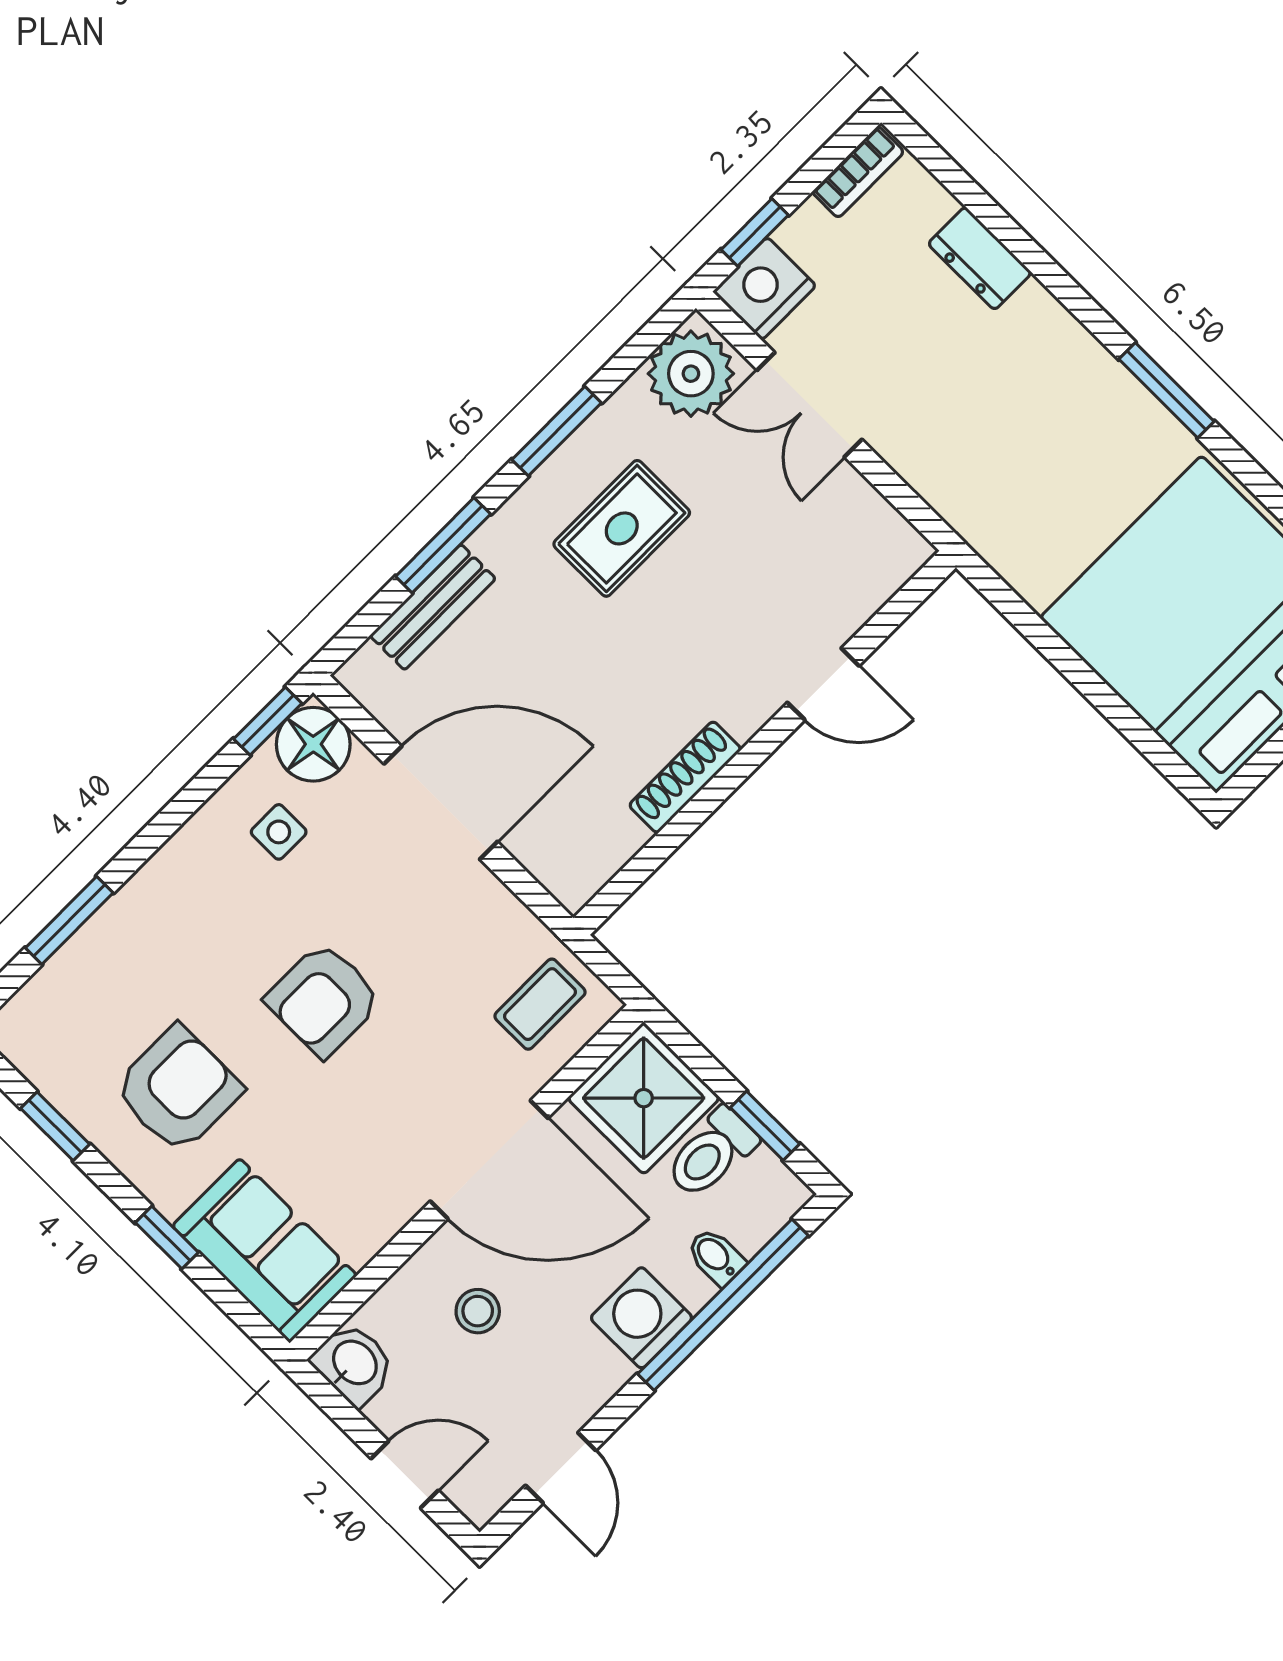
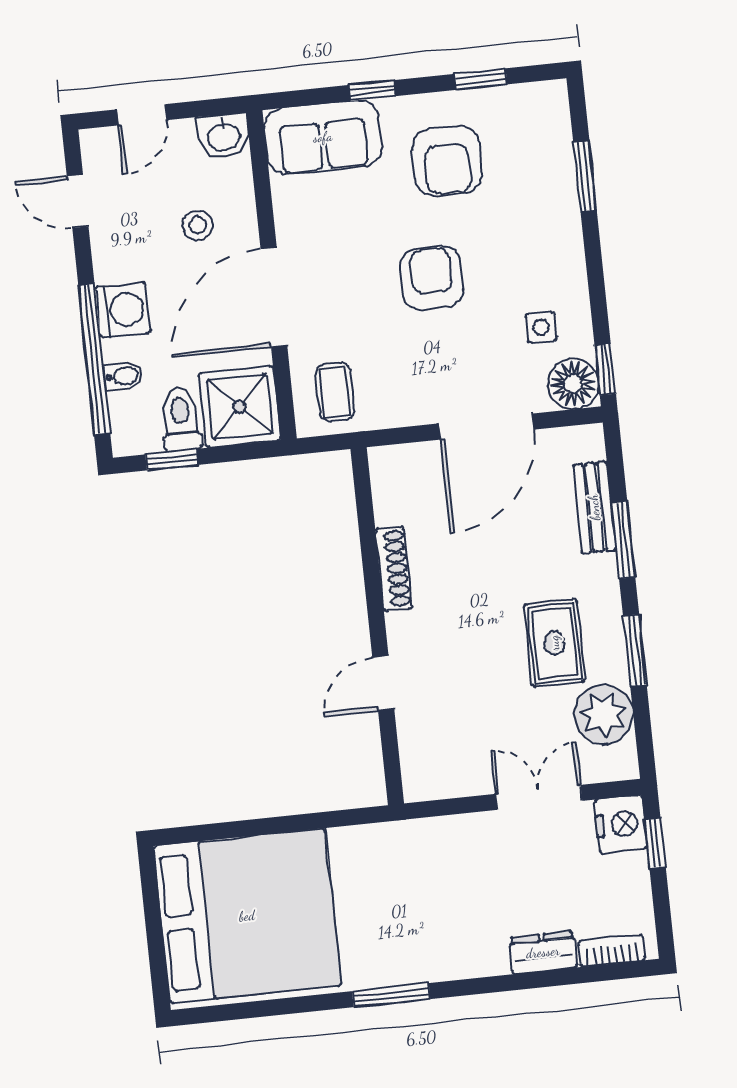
bookcase: (858, 172) -> (612, 951), moved, turned 90
plant: (691, 374) -> (604, 715), moved

